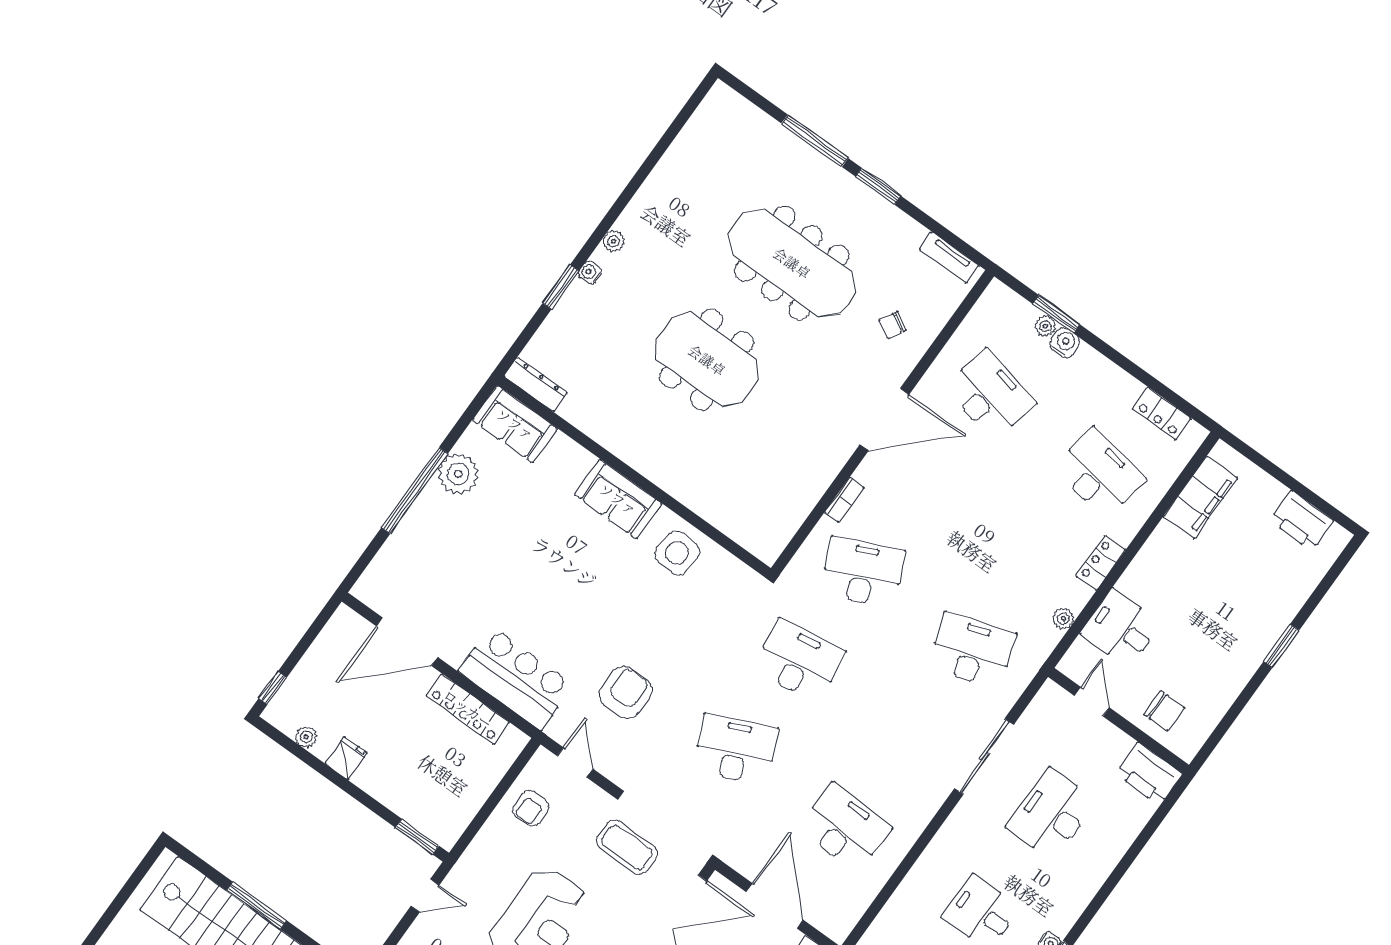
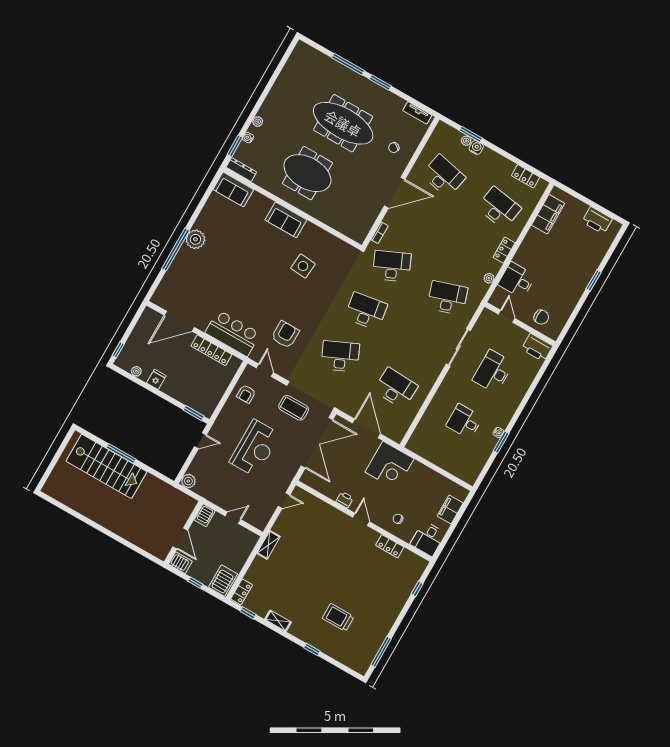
dresser: (536, 384) -> (241, 170), moved
sofa: (515, 424) -> (233, 189), moved
wall: (634, 477) -> (292, 208), moved
sofa: (618, 499) -> (286, 220), moved

